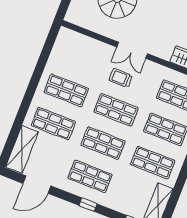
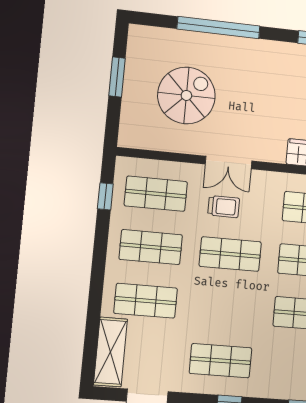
window: (47, 50) -> (105, 196), added
trolley: (121, 78) -> (224, 207), turned 180
shop shelf: (103, 143) -> (156, 194), moved

